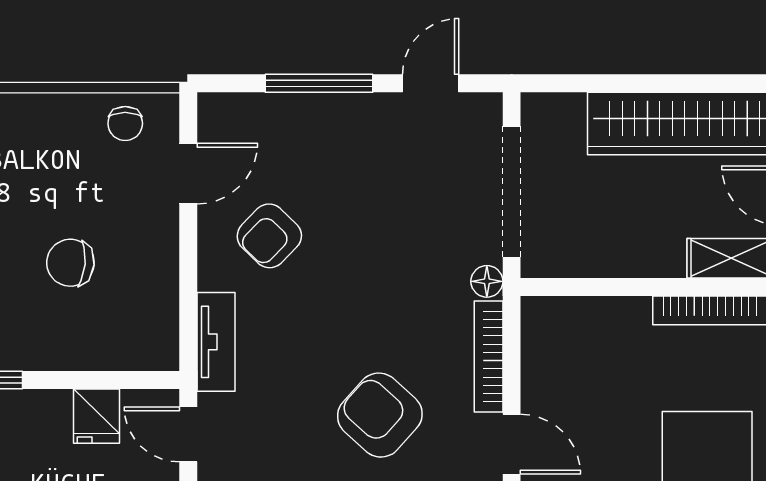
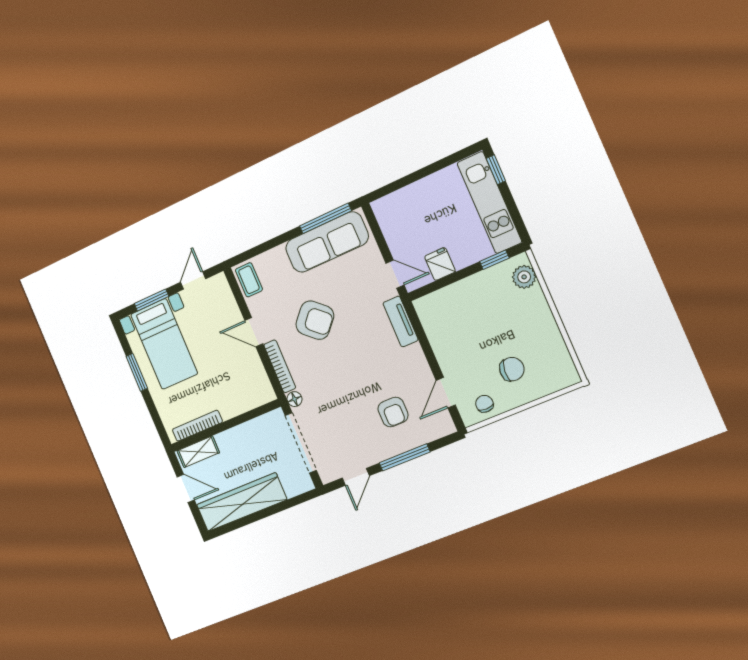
armchair: (269, 236) -> (393, 412), moved, turned 136
chair: (70, 263) -> (512, 369), moved

